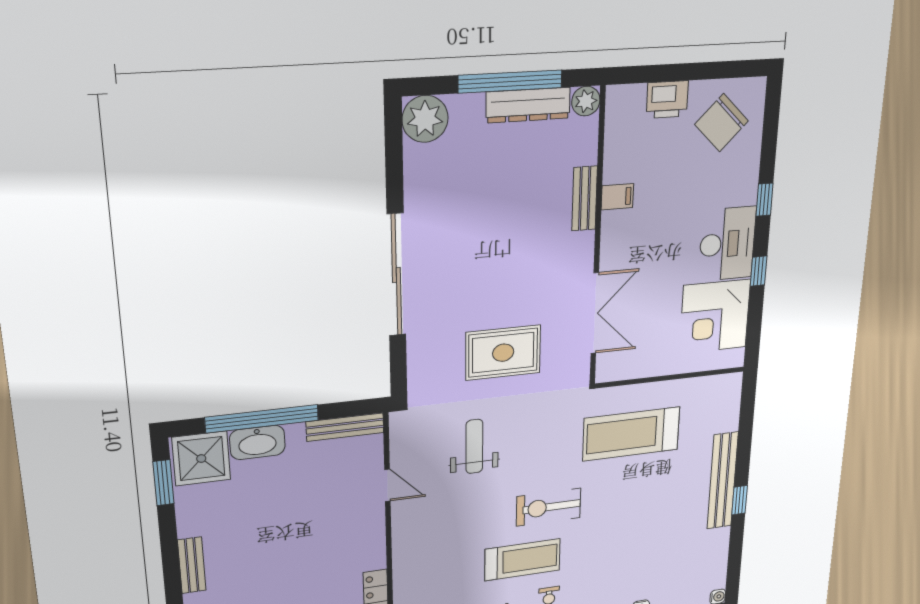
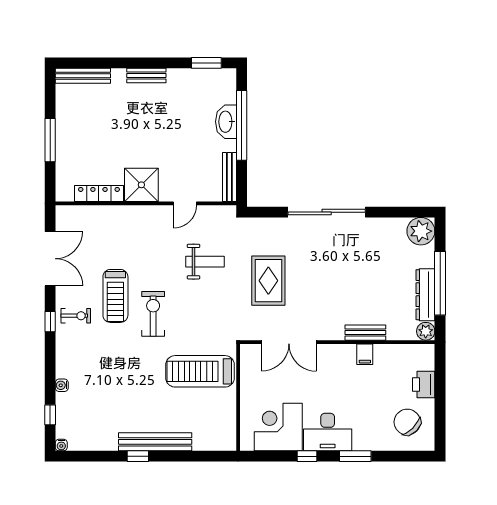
window: (764, 200) -> (355, 456), width x1.50
treadmill: (631, 434) -> (200, 371), turned -90
shower: (201, 459) -> (141, 185), moved

